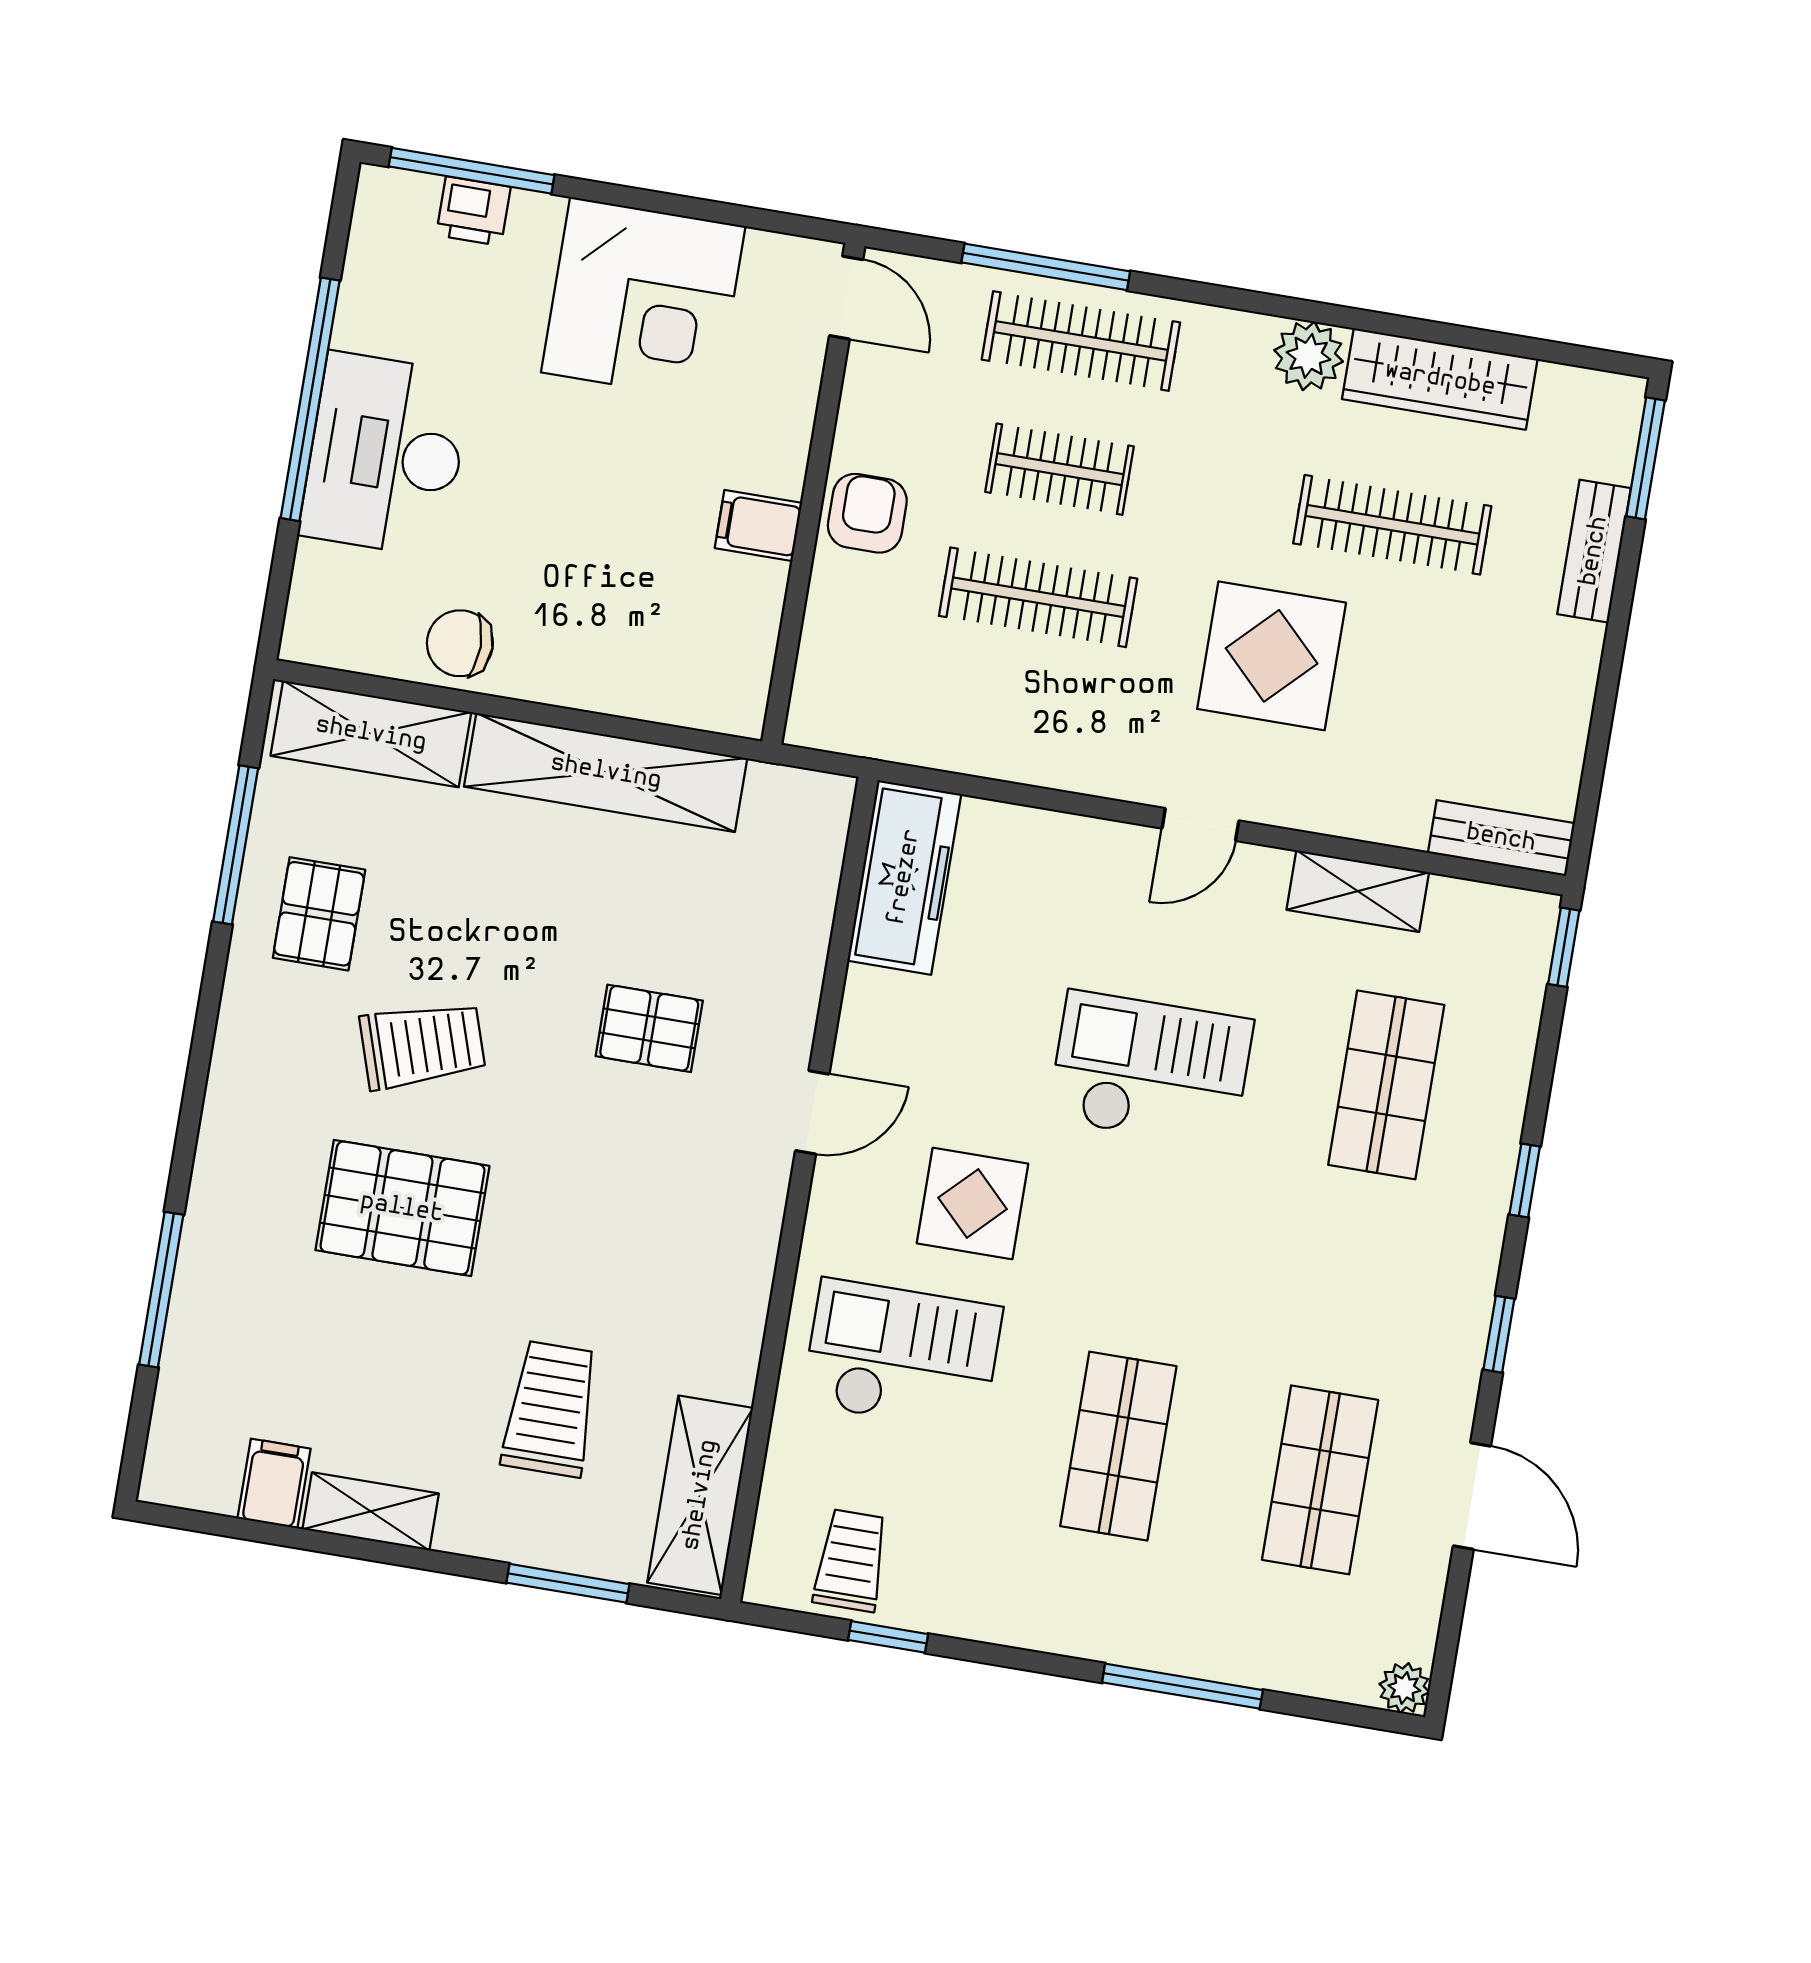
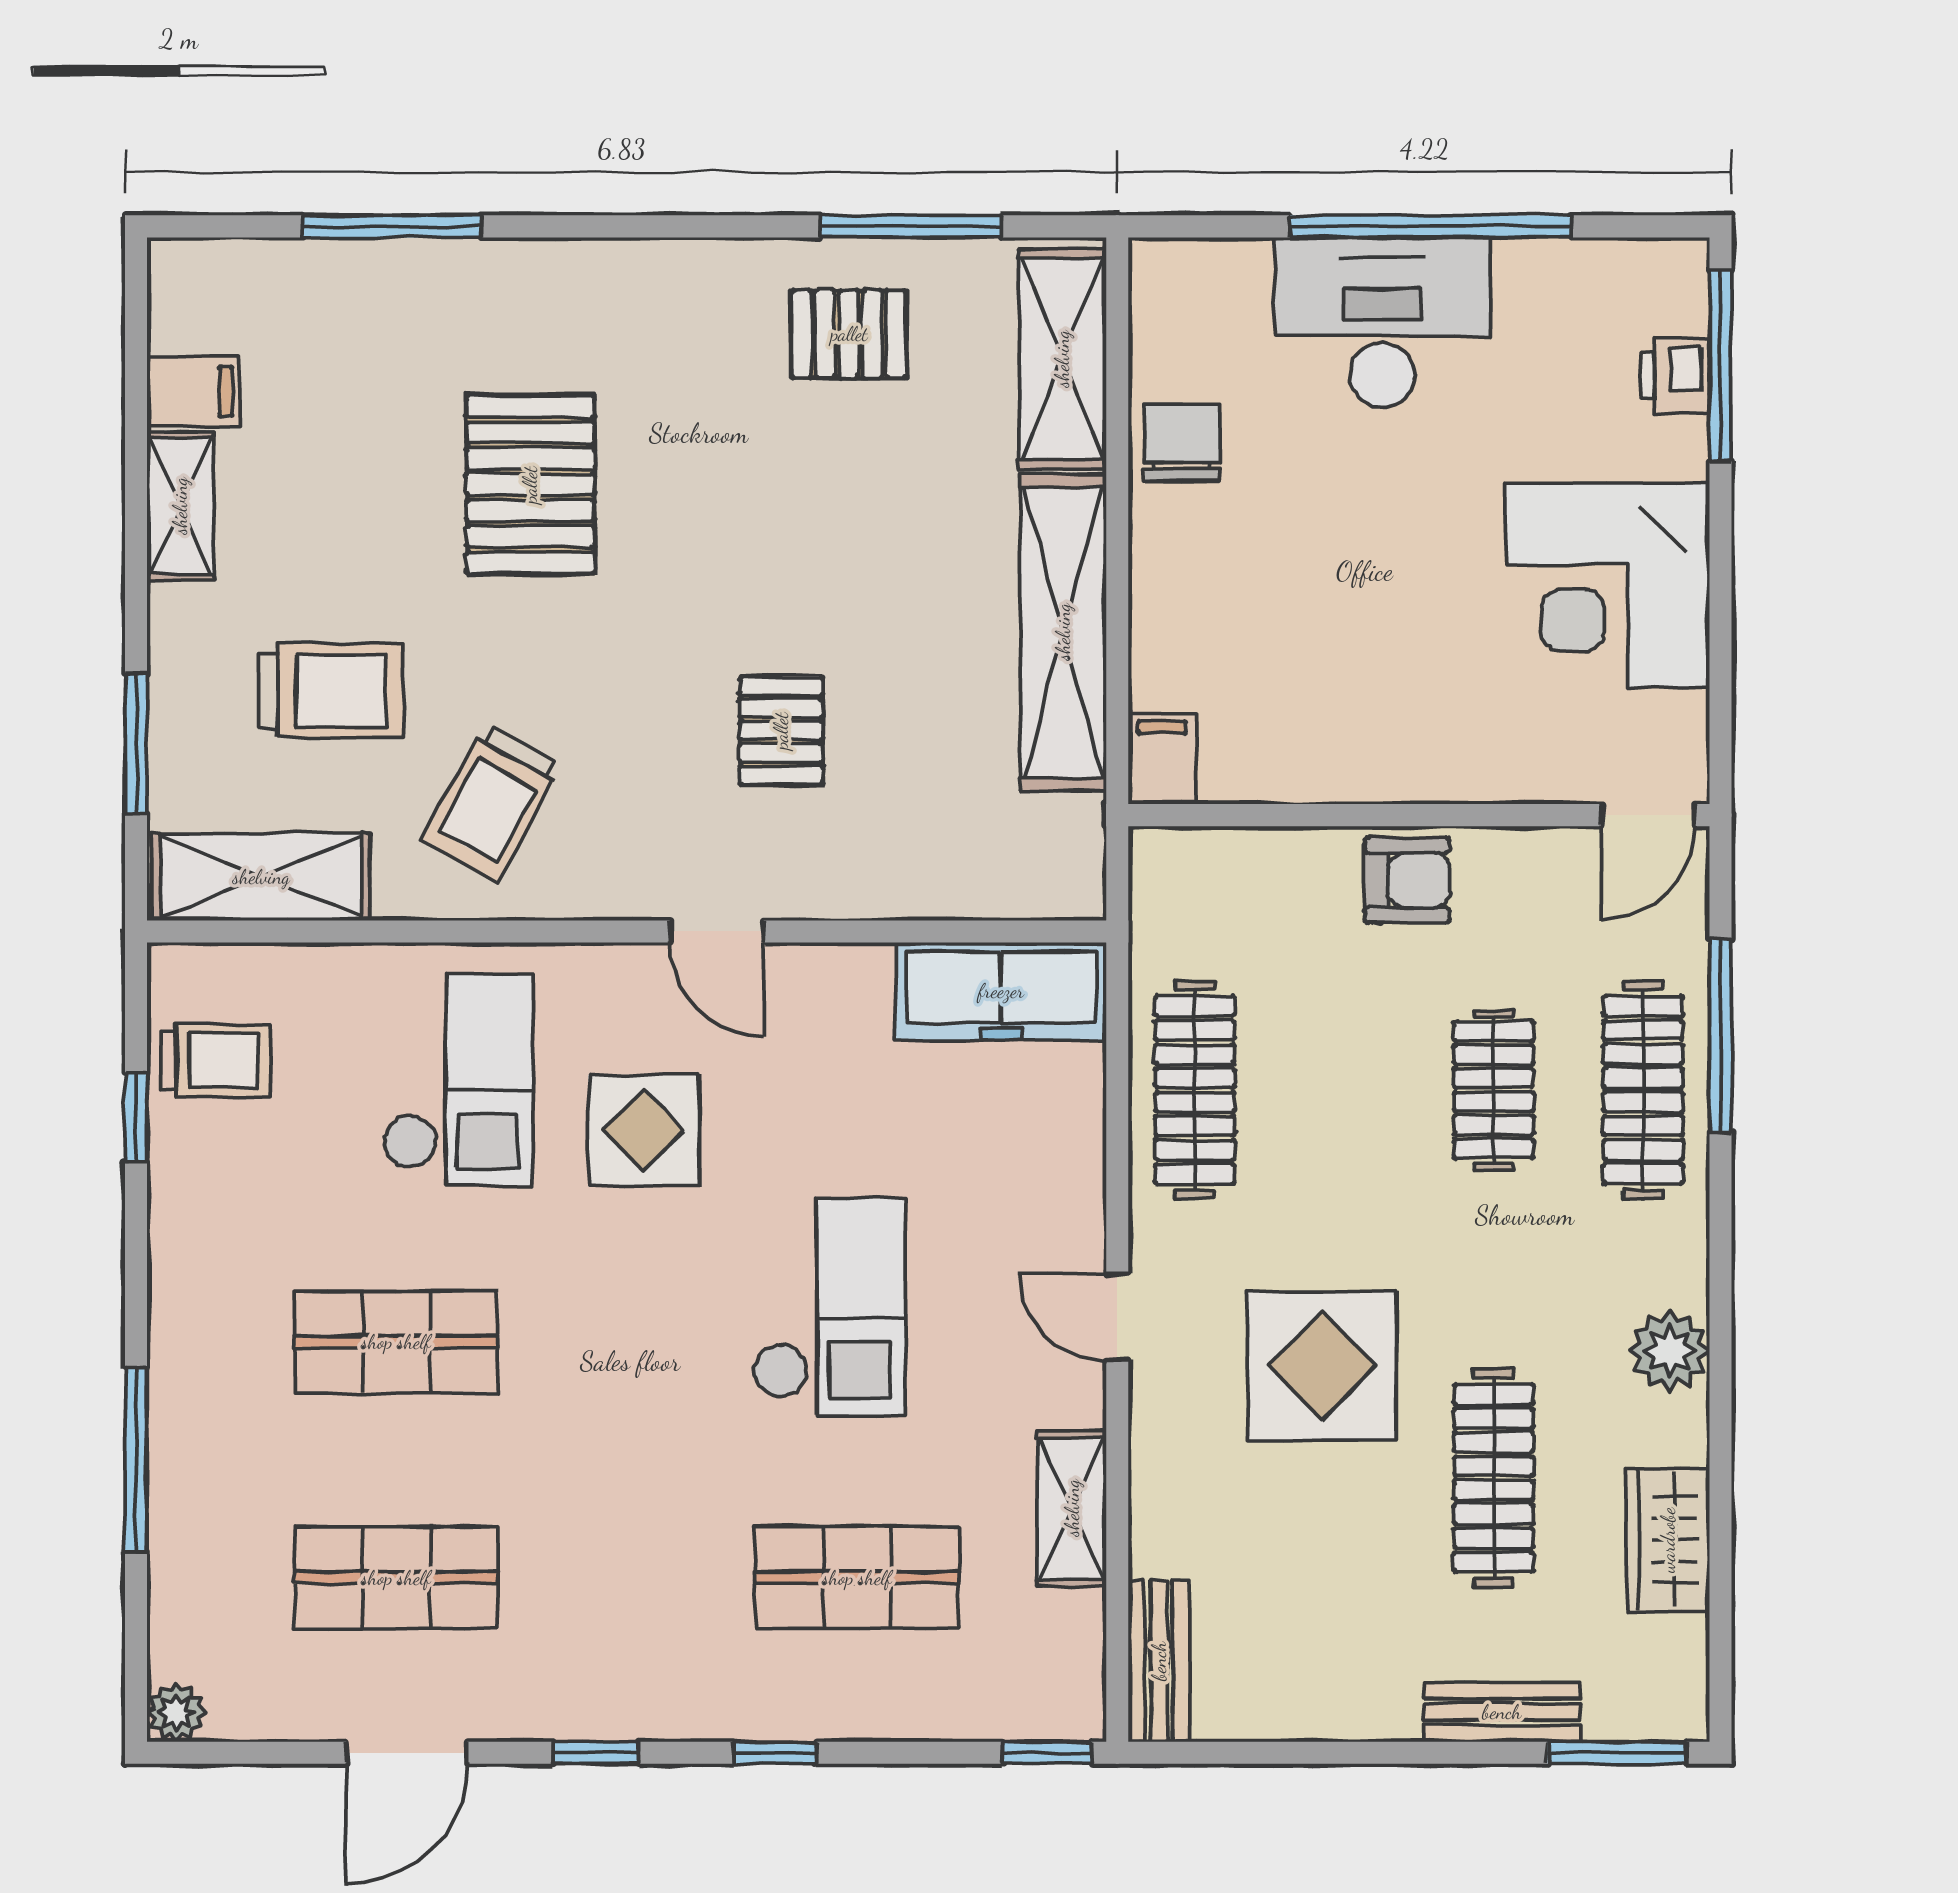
wardrobe: (1440, 379) -> (1668, 1540), width x0.67
filing cabinet: (758, 525) -> (1162, 759), moved
clothes rail: (1038, 597) -> (1195, 1090), moved
trolley: (423, 1045) -> (492, 802), moved, turned 47

